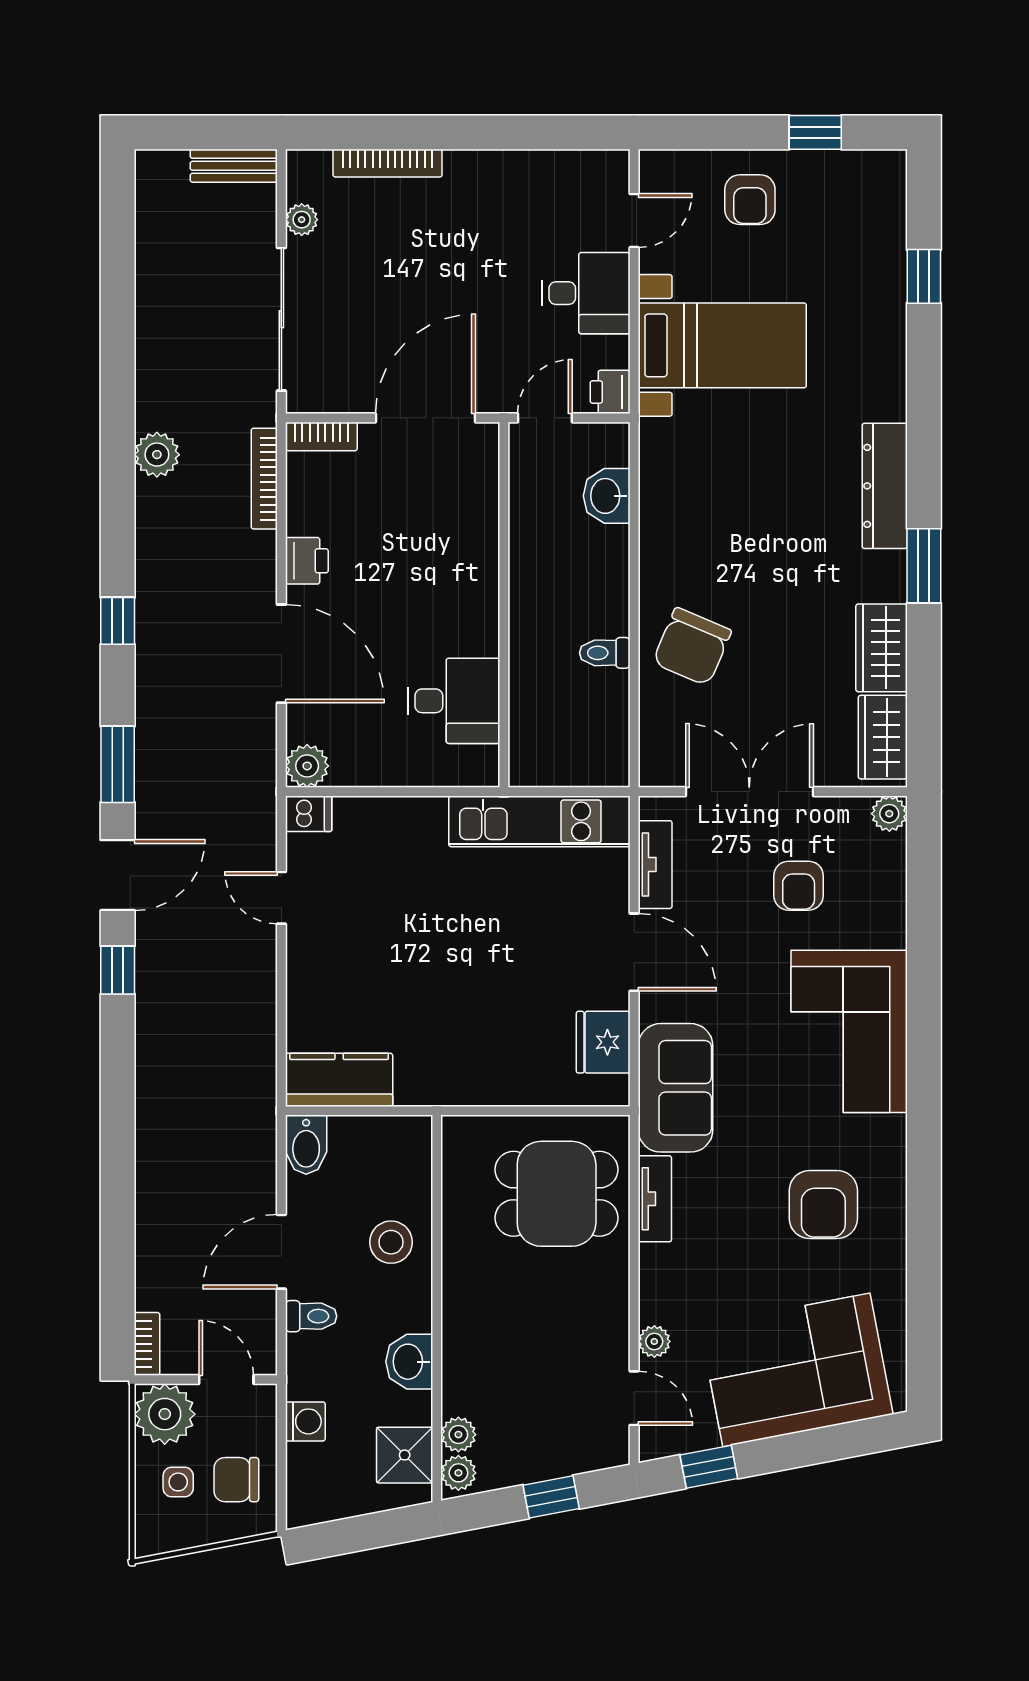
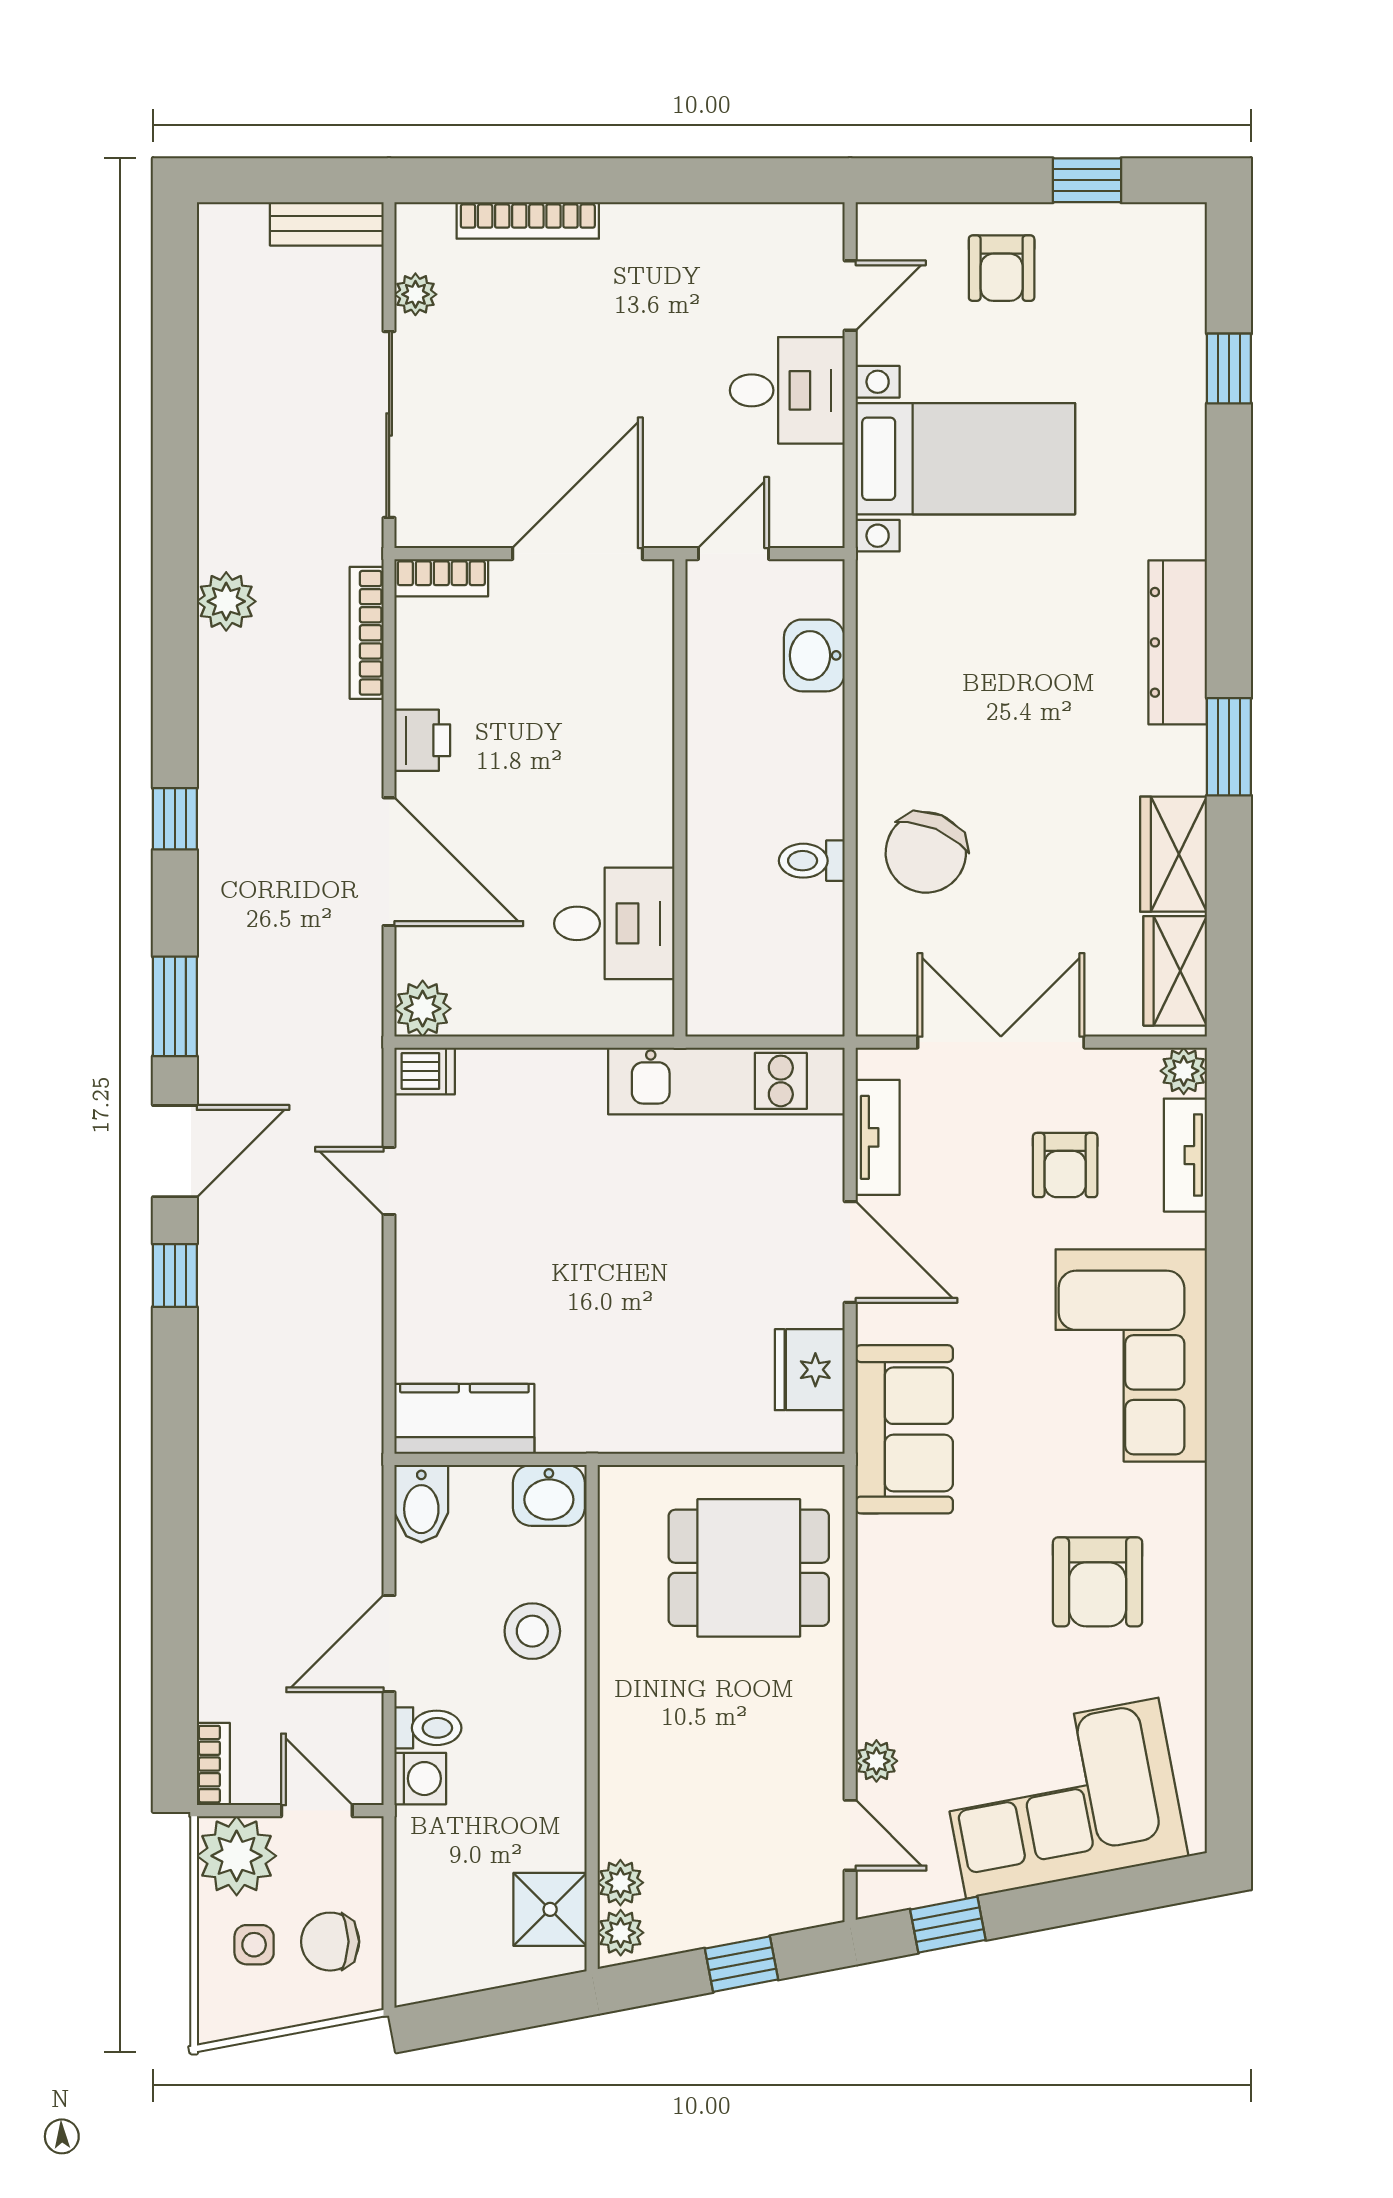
printer: (610, 392) -> (819, 520), removed
tv unit: (655, 1199) -> (1185, 1155), moved, turned 180
washbasin: (409, 1362) -> (549, 1495), moved, turned -90
washing machine: (305, 1421) -> (420, 1779), moved

